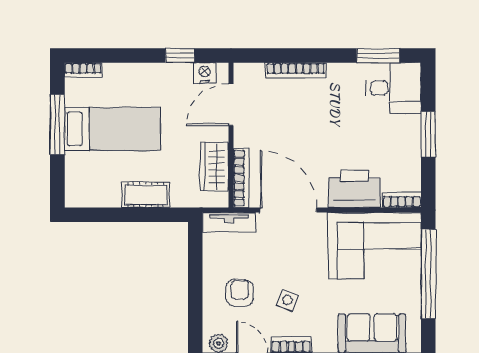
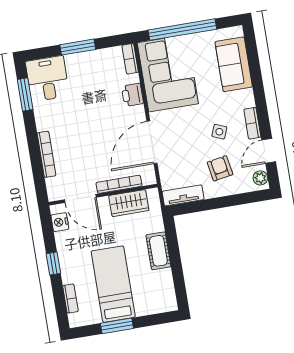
window: (180, 55) -> (53, 264), moved
bookcase: (83, 70) -> (70, 299), moved
window: (57, 125) -> (117, 326), width x0.69
bookcase: (241, 178) -> (119, 184), moved
printer: (354, 189) -> (133, 95), width x0.53, depth x0.68
tv unit: (229, 223) -> (183, 195), moved, turned -90
armchair: (240, 293) -> (220, 168), turned 80

